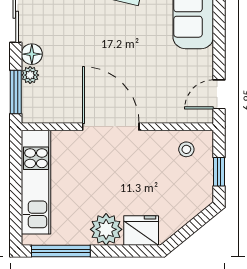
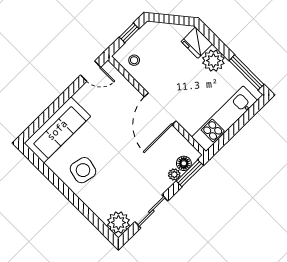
floor lamp: (32, 54) -> (184, 163), moved

